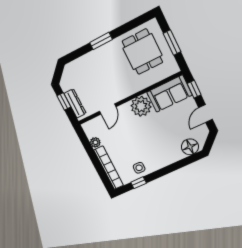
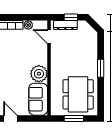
dining table: (142, 52) -> (78, 94), width x1.37
window: (194, 89) -> (33, 118), removed
door: (108, 109) -> (49, 37), moved

